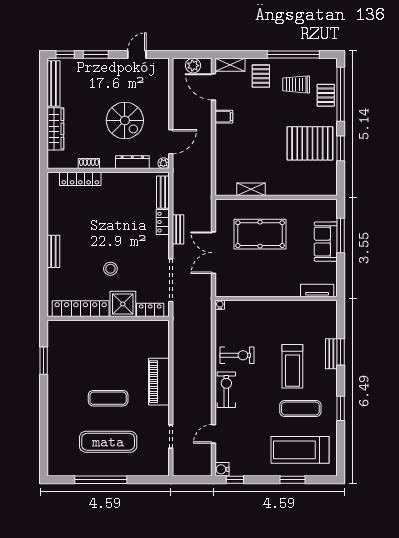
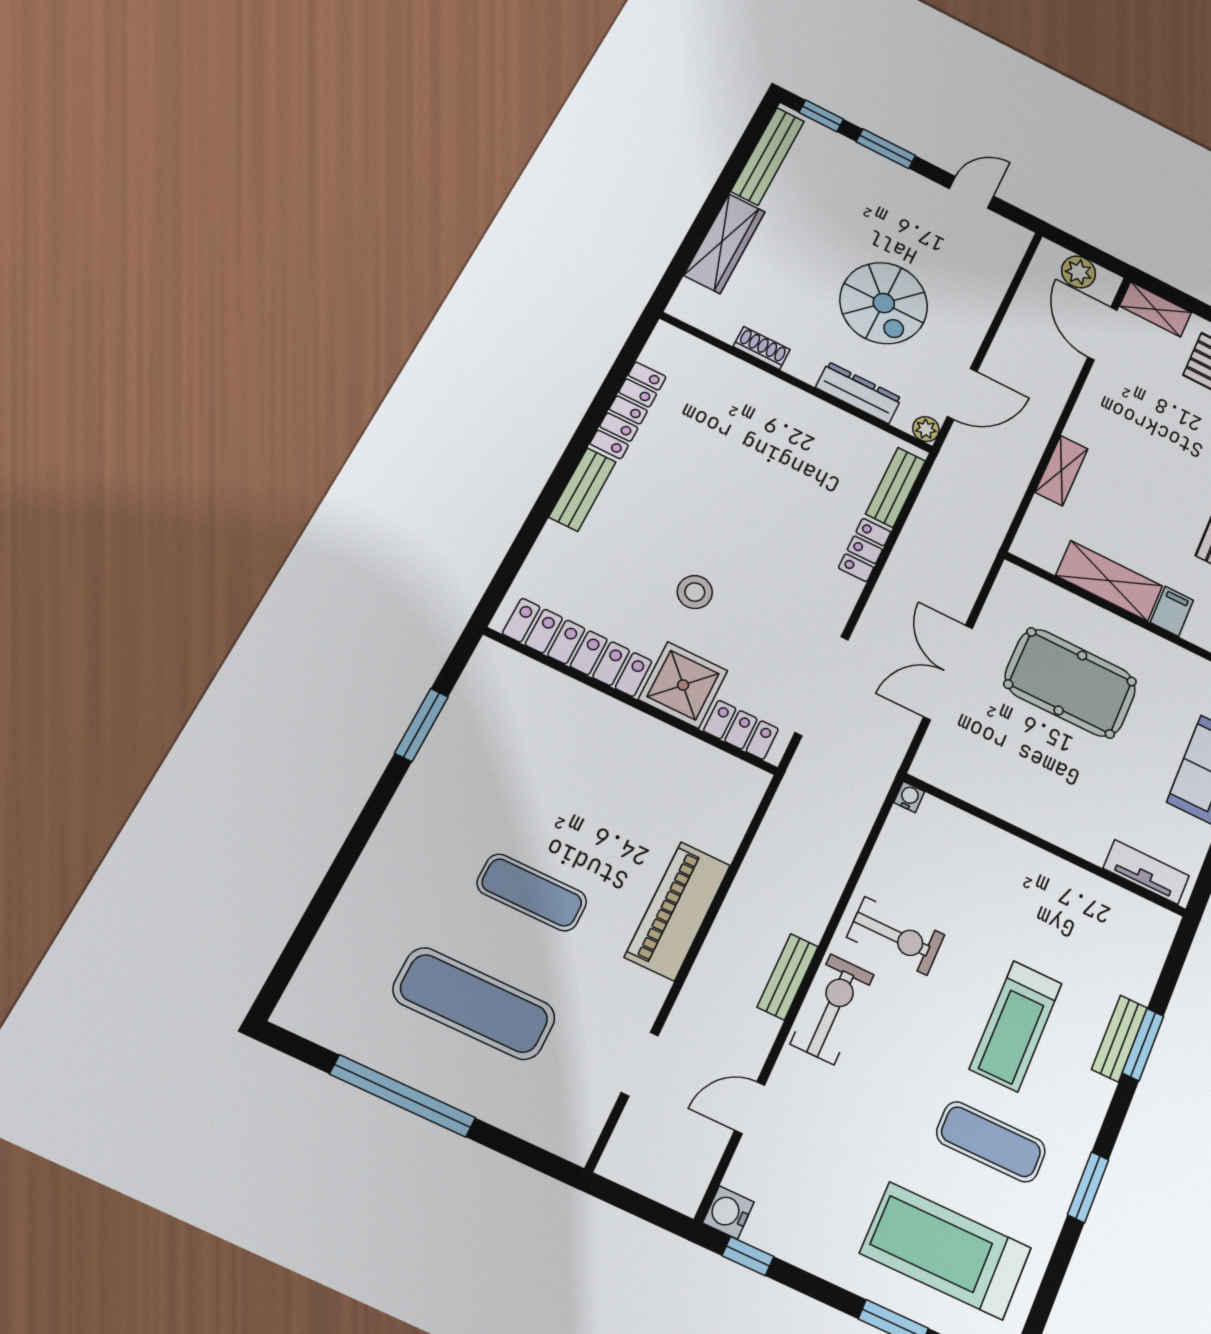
filing cabinet: (224, 117) -> (1172, 611), moved, turned -90
shelving: (222, 153) -> (1061, 471), added
locker: (80, 179) -> (628, 410), moved, turned -90
shelving: (251, 189) -> (1109, 581), width x1.50, depth x1.33
bench: (178, 229) -> (788, 977), moved

